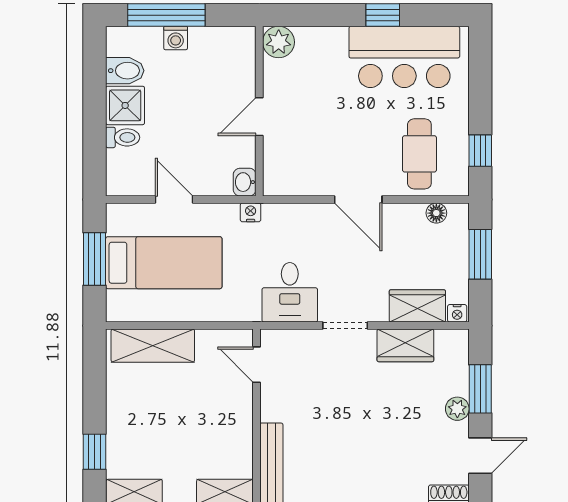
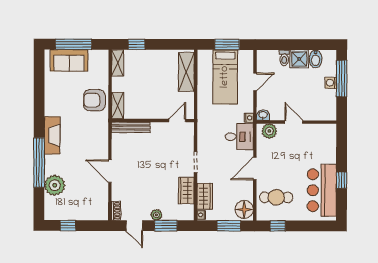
plant: (279, 42) -> (269, 131), moved
floor lamp: (436, 213) -> (244, 209), width x1.89, depth x1.89
desk: (290, 292) -> (239, 137), moved, turned 180

